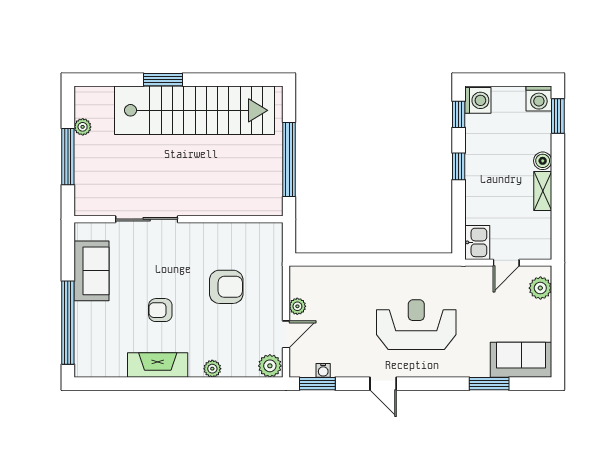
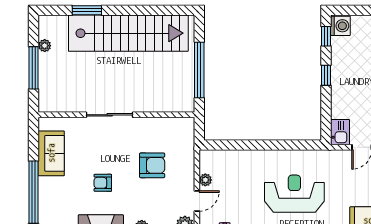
window: (163, 80) -> (87, 10), moved
sliding door: (147, 219) -> (110, 115), moved

